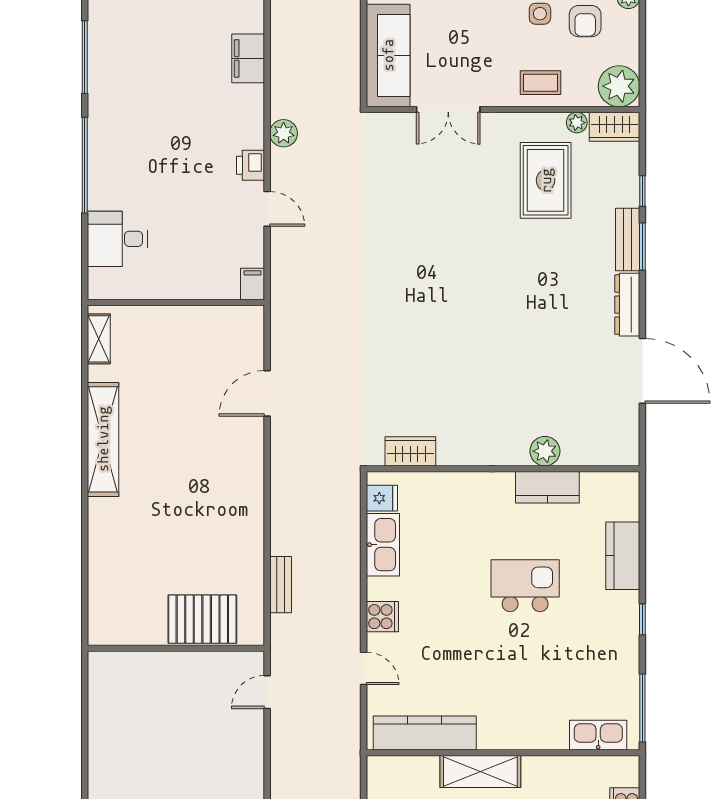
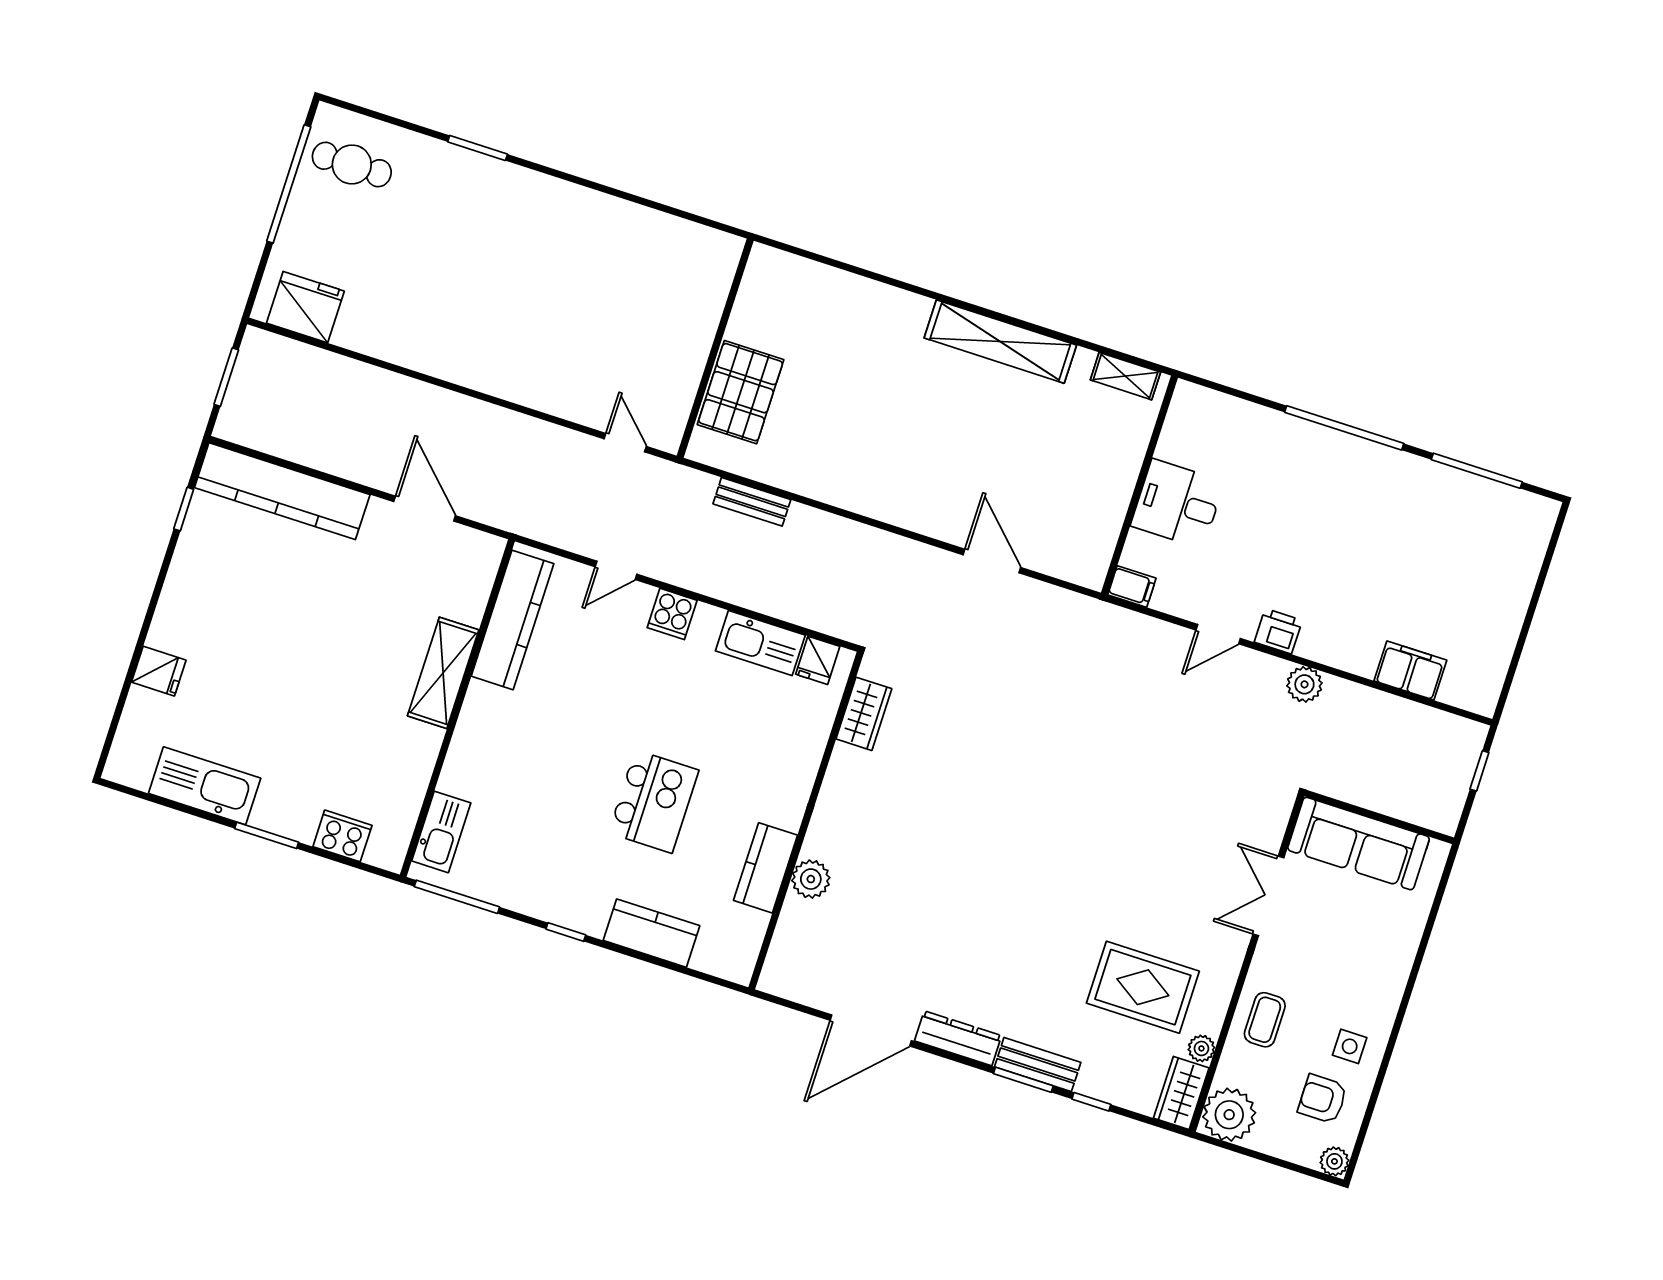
desk: (117, 239) -> (1178, 504), moved, turned -90

